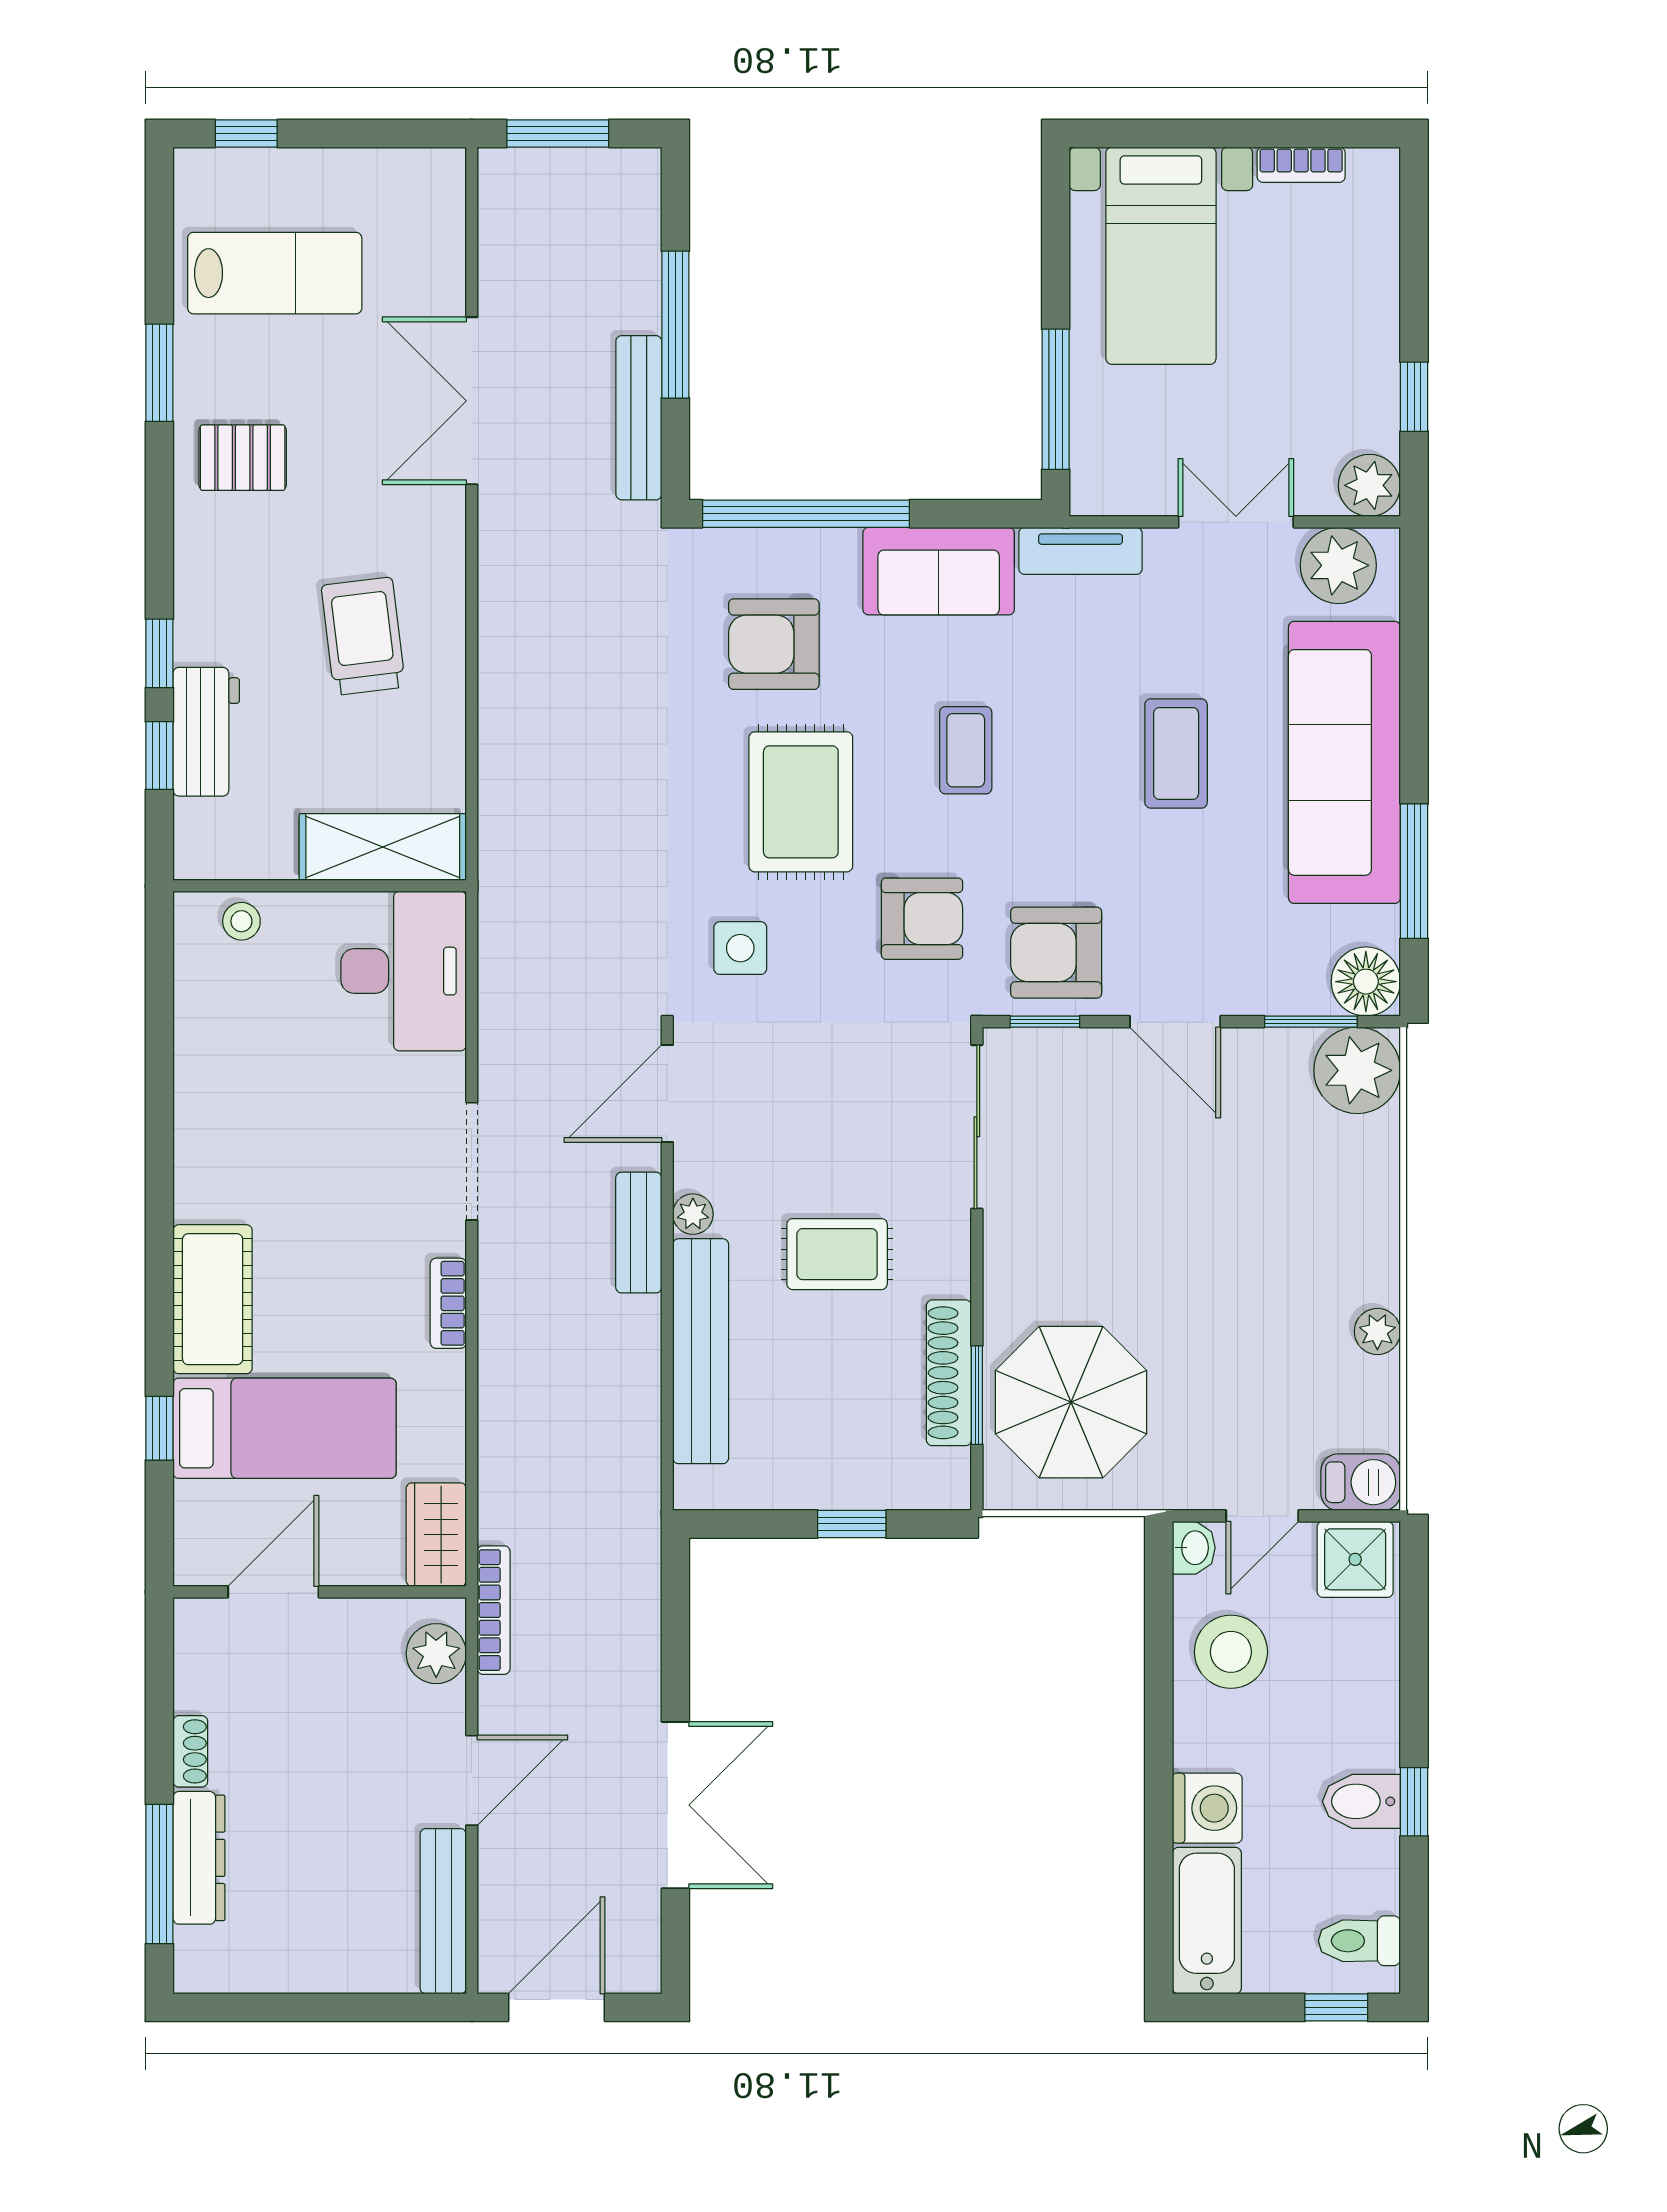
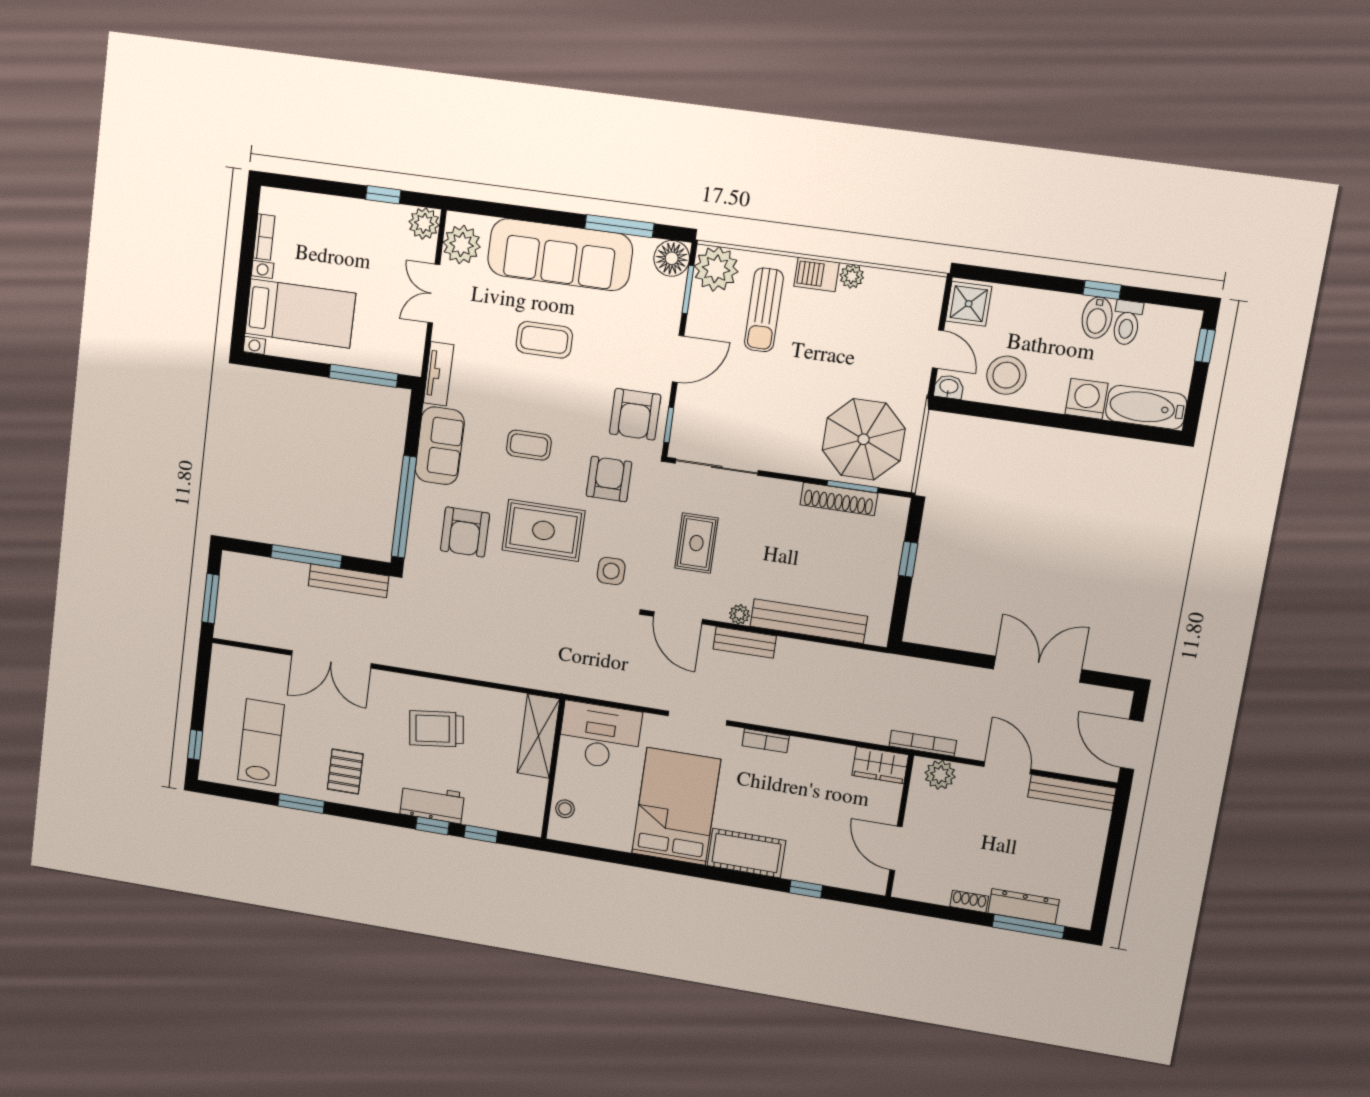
workbench: (206, 732) -> (432, 803), moved
sun lounger: (1292, 1174) -> (764, 310), added
rug: (837, 1254) -> (696, 543), moved
bed: (285, 1428) -> (676, 806), moved, width x1.50
barbecue: (1361, 1482) -> (817, 274), moved, turned -90
toilet: (1359, 1941) -> (1127, 323), moved

